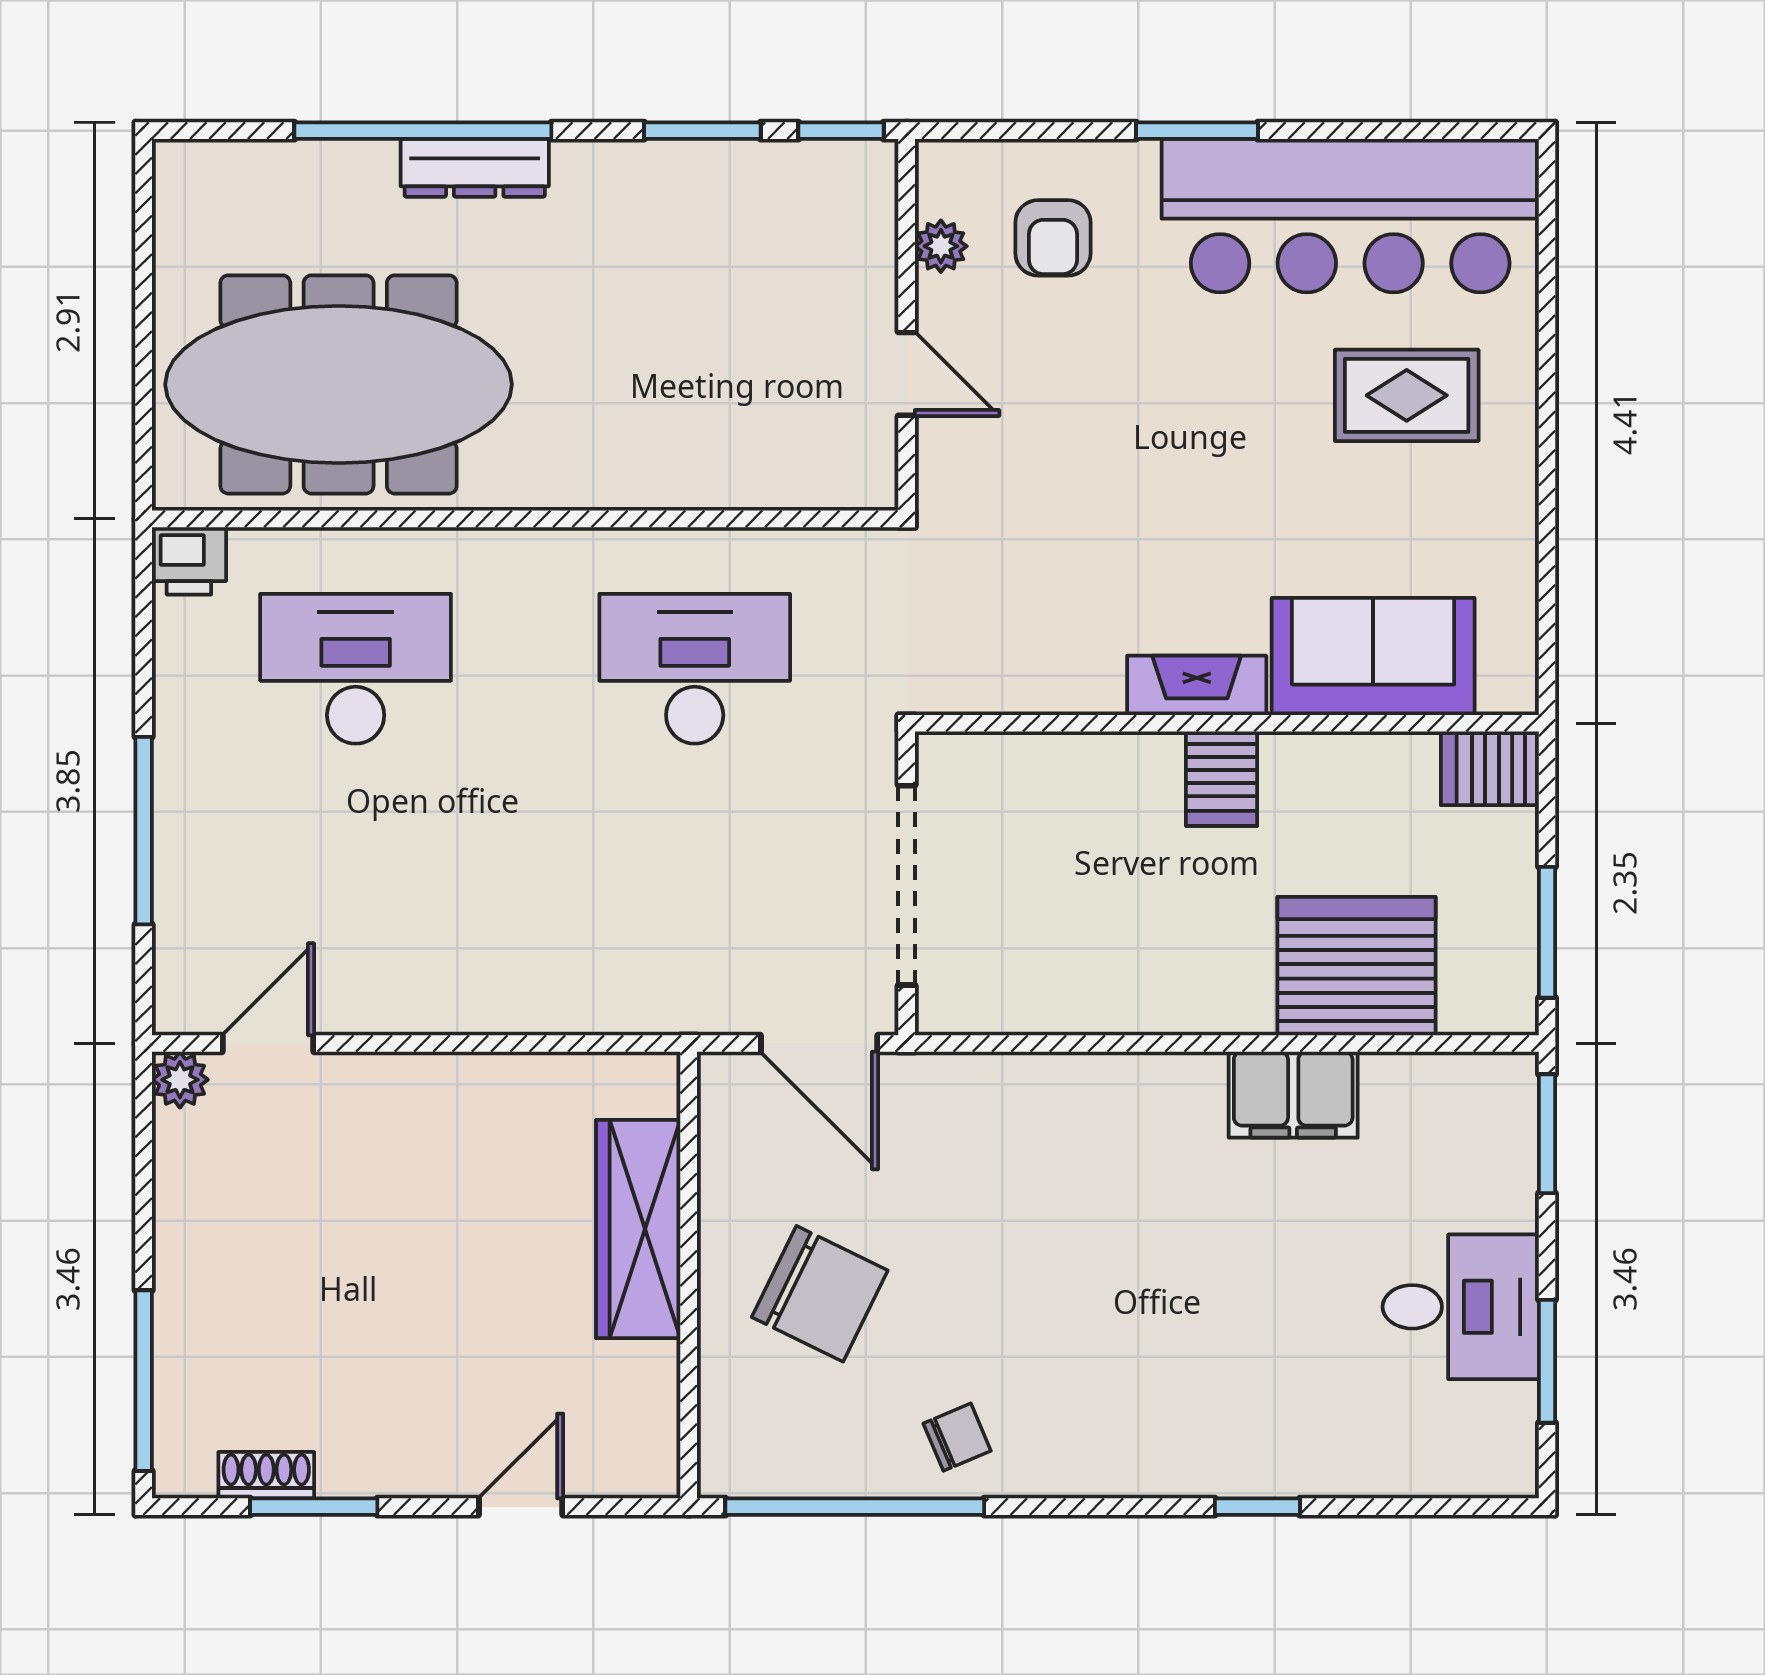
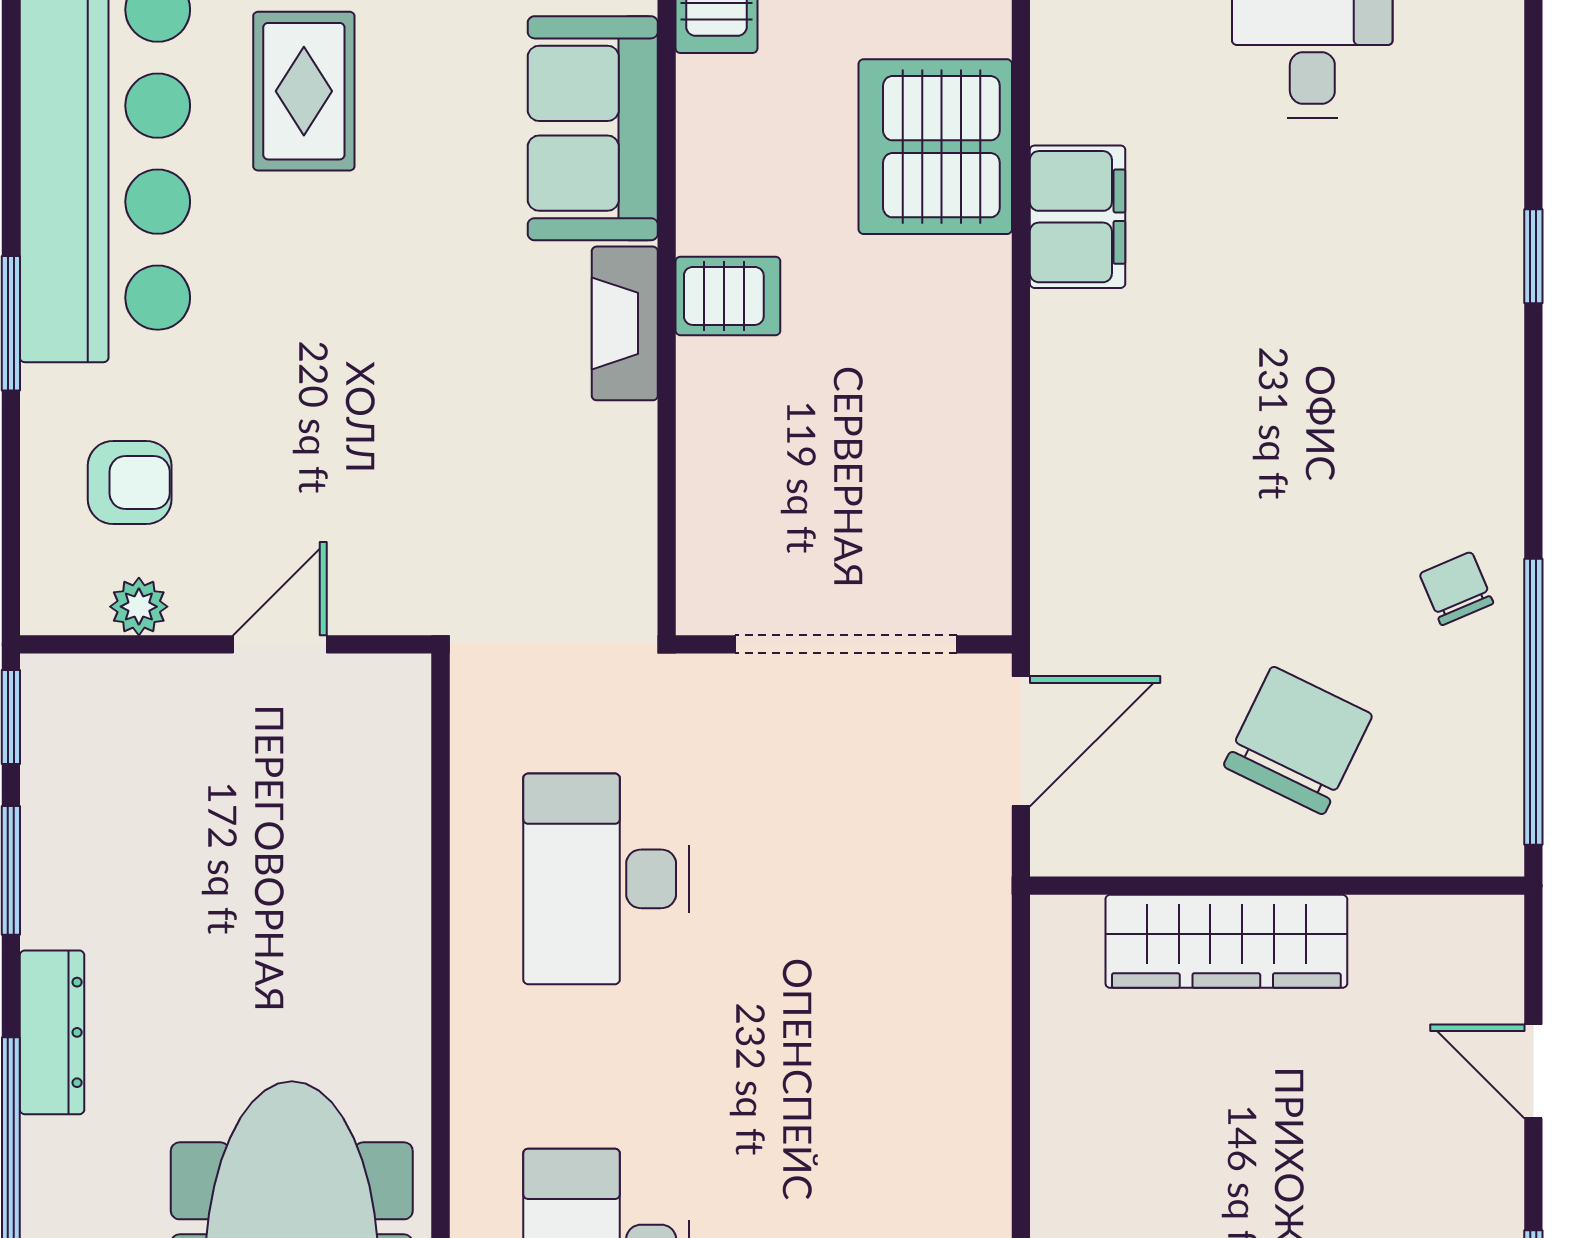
dresser: (475, 168) -> (52, 1032), moved

